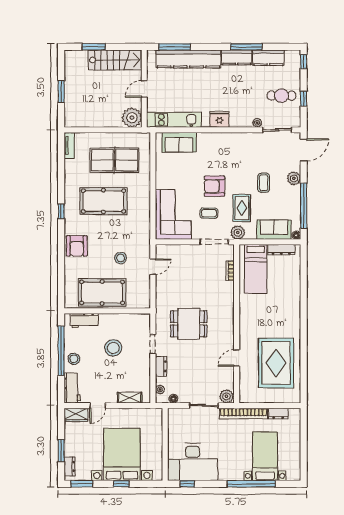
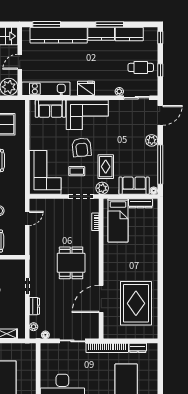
corner sofa: (221, 149) -> (87, 115), added
coffee table: (264, 183) -> (125, 144), removed
armchair: (214, 186) -> (82, 147), turned -96
dining table: (189, 324) -> (71, 263), moved, turned 90
door: (237, 358) -> (101, 299), width x1.87
plant: (226, 396) -> (92, 333), removed

